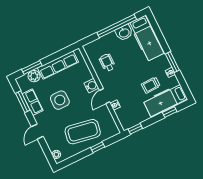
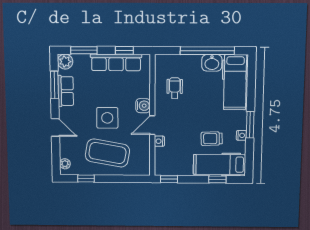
window: (60, 54) -> (124, 50), added
plant: (34, 76) -> (65, 62), moved
side table: (60, 100) -> (107, 118), moved
door: (37, 132) -> (55, 127), swing flipped
window: (98, 147) -> (86, 178), moved

